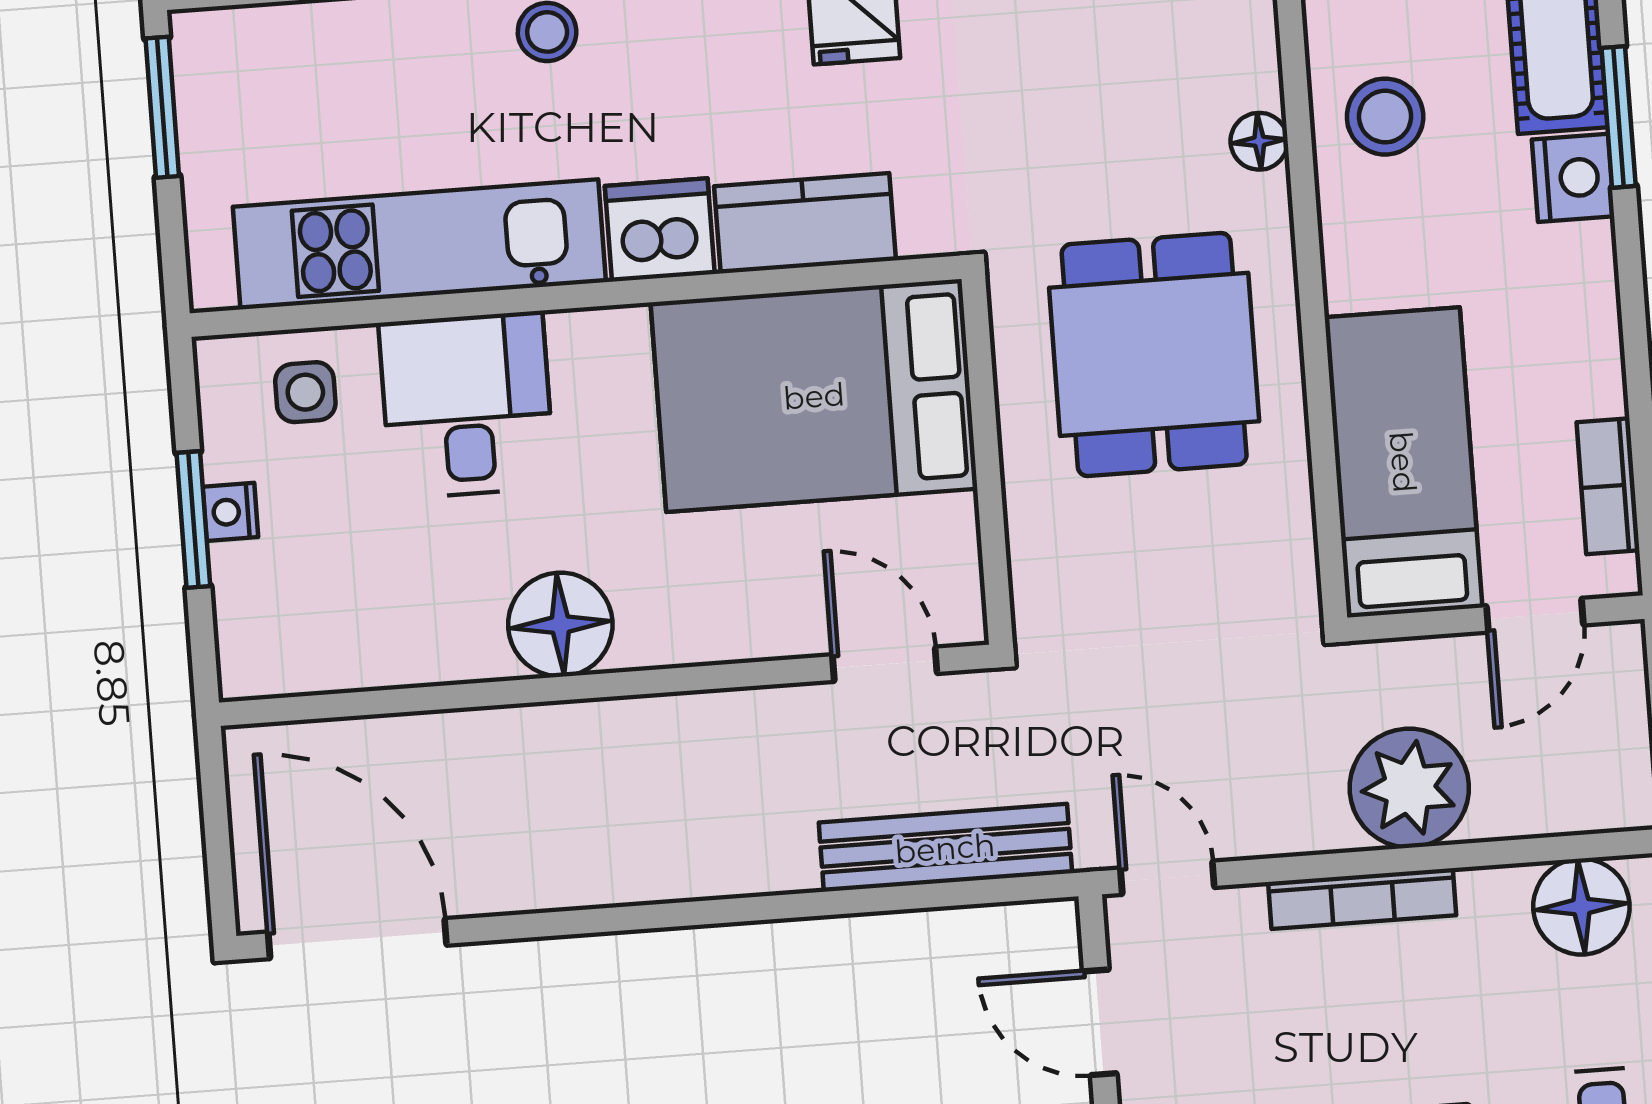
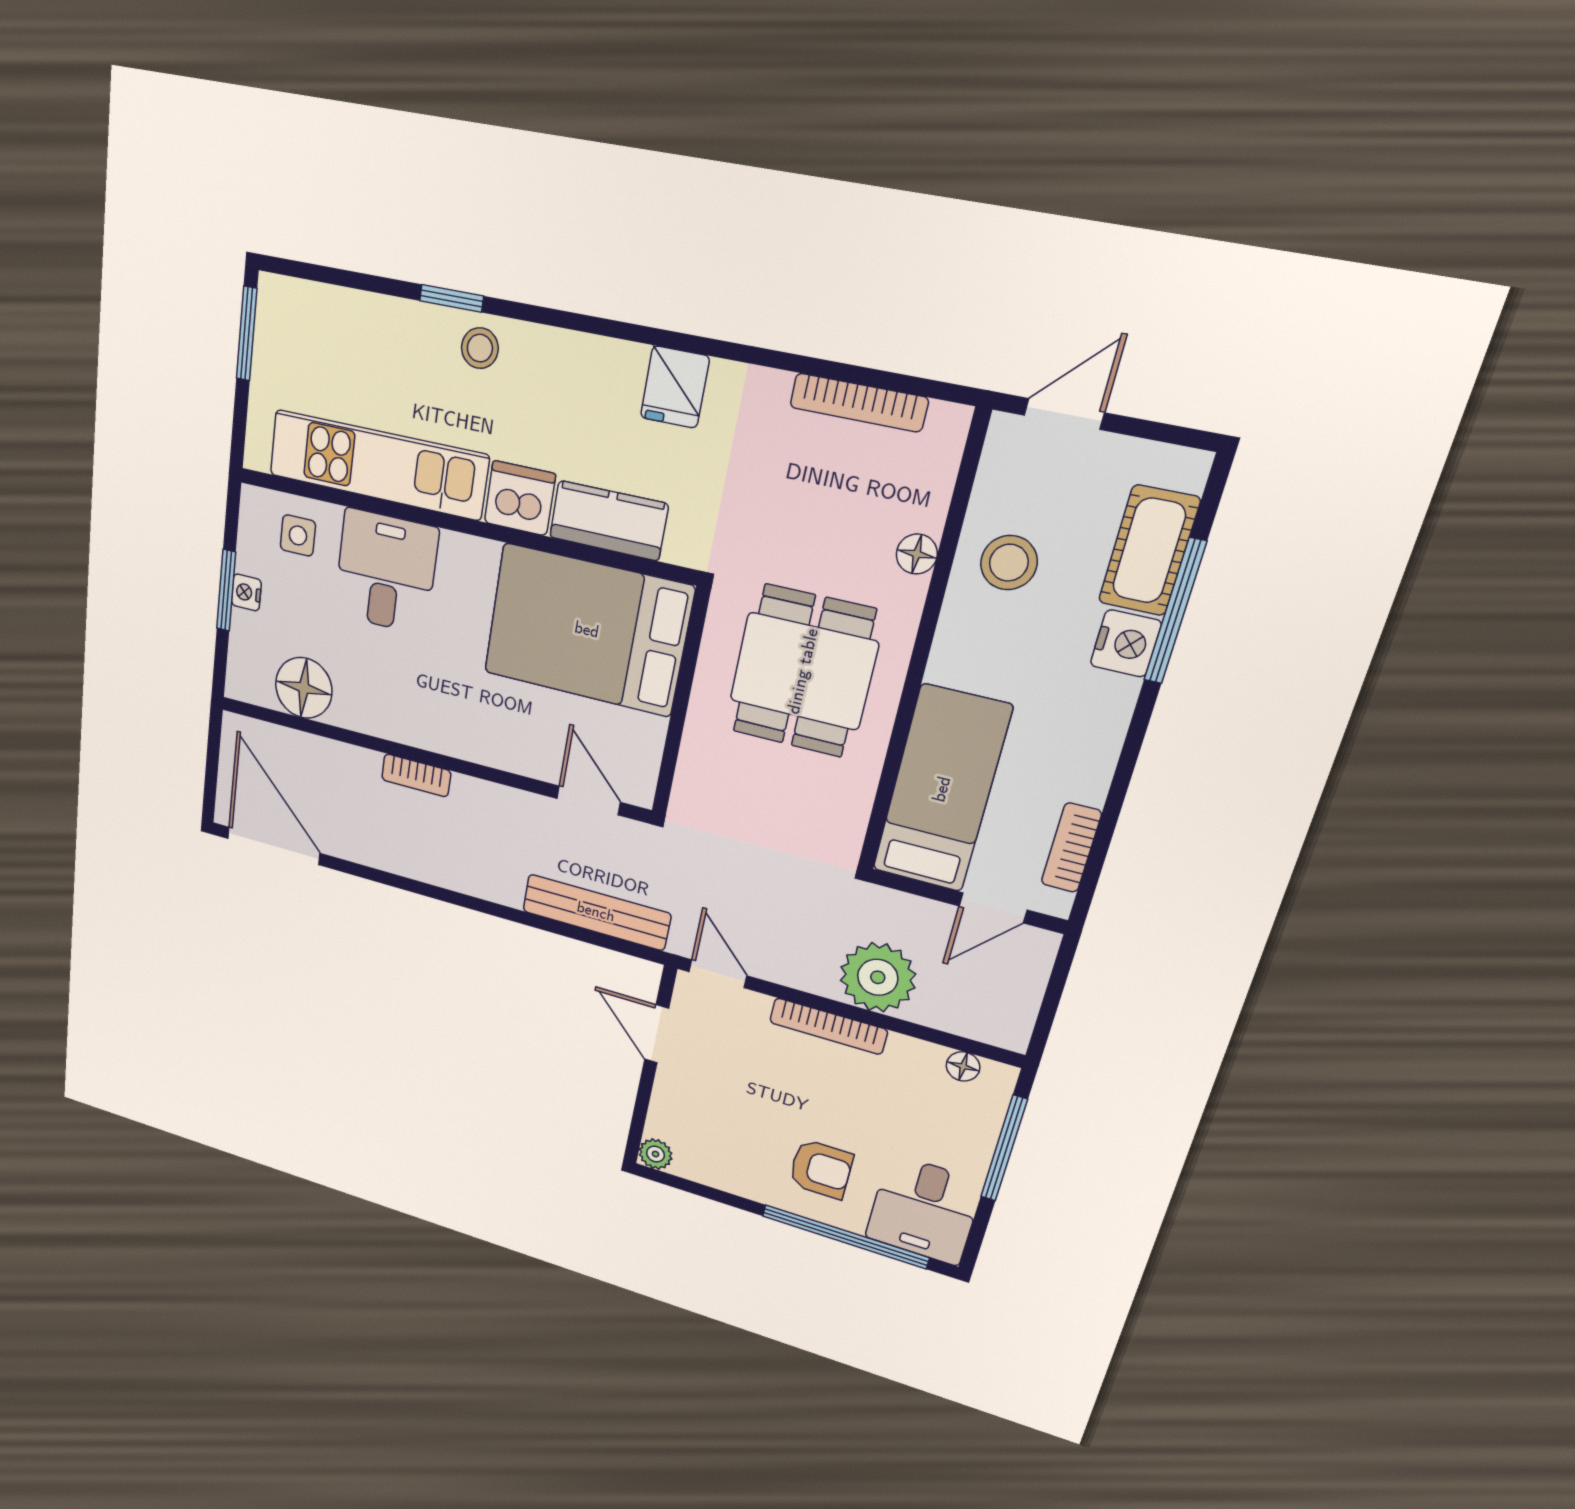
window: (1619, 117) -> (1175, 611), width x1.44
floor lamp: (560, 625) -> (304, 688), moved
bookcase: (589, 722) -> (416, 775), added
floor lamp: (1581, 907) -> (963, 1066), width x0.53, depth x0.53

